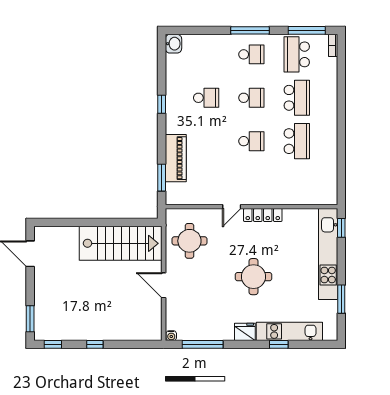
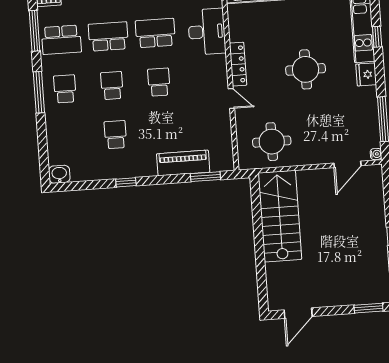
desk: (295, 188) -> (207, 32), added
door: (164, 285) -> (347, 164), moved

